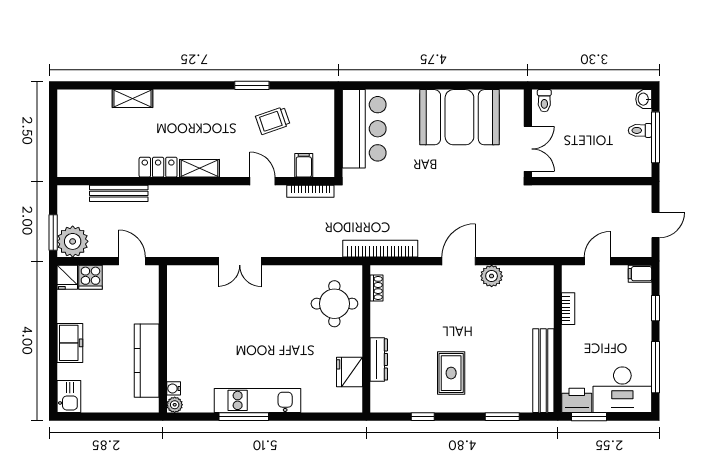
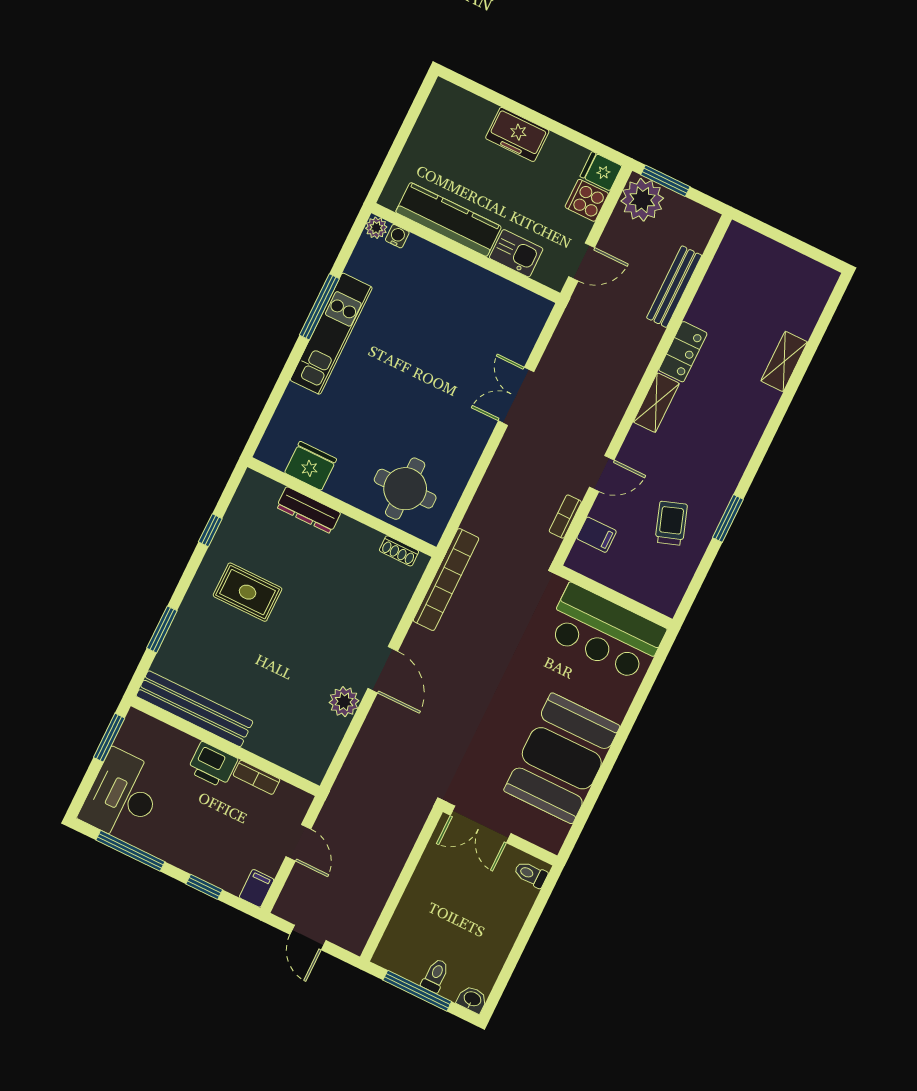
bookcase: (310, 191) -> (565, 517), width x0.64
kitchen sink: (69, 396) -> (516, 253), moved, turned 180
printer: (577, 400) -> (213, 765), moved, turned 90

